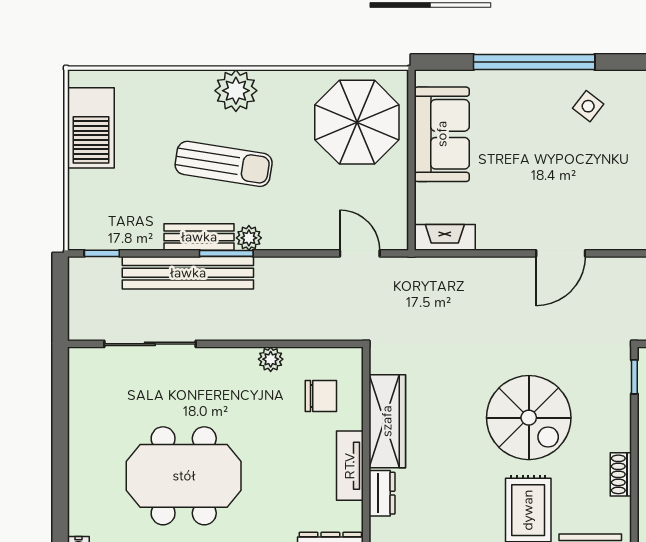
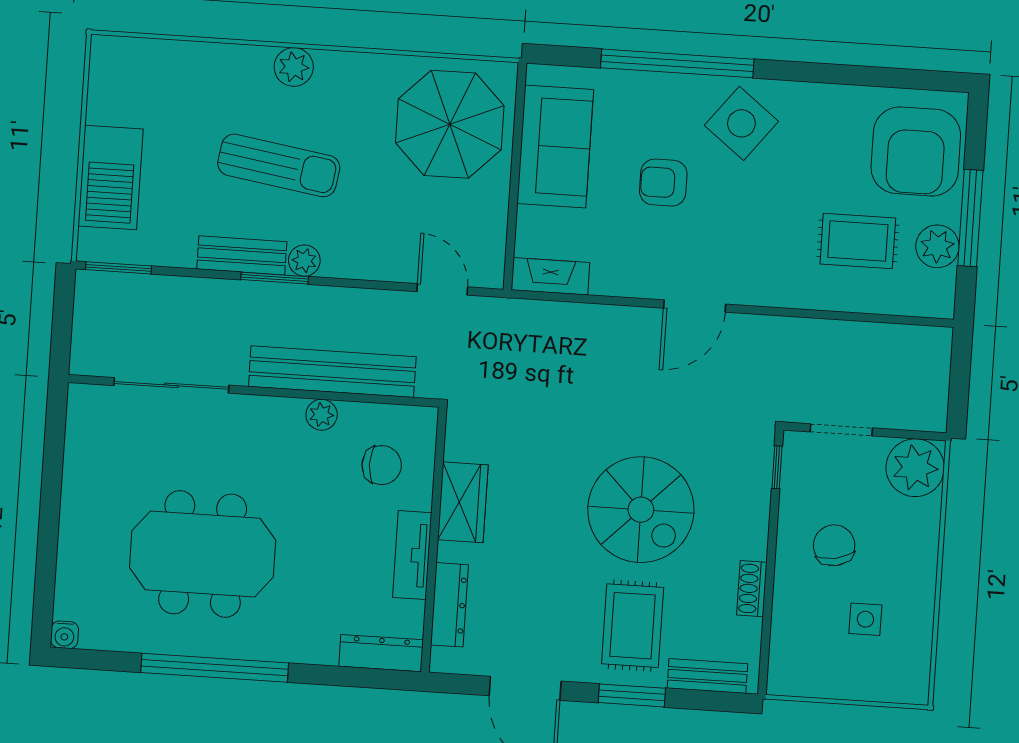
plant: (236, 91) -> (294, 67), width x0.73, depth x0.73
side table: (588, 106) -> (741, 123), width x1.87, depth x1.87
barbecue: (91, 128) -> (111, 178), moved
armchair: (529, 157) -> (663, 183), added
window: (102, 253) -> (118, 268), width x1.50
bench: (188, 273) -> (332, 372), moved
wardrobe: (387, 421) -> (463, 502), width x0.67
dresser: (382, 493) -> (449, 605), width x1.44

